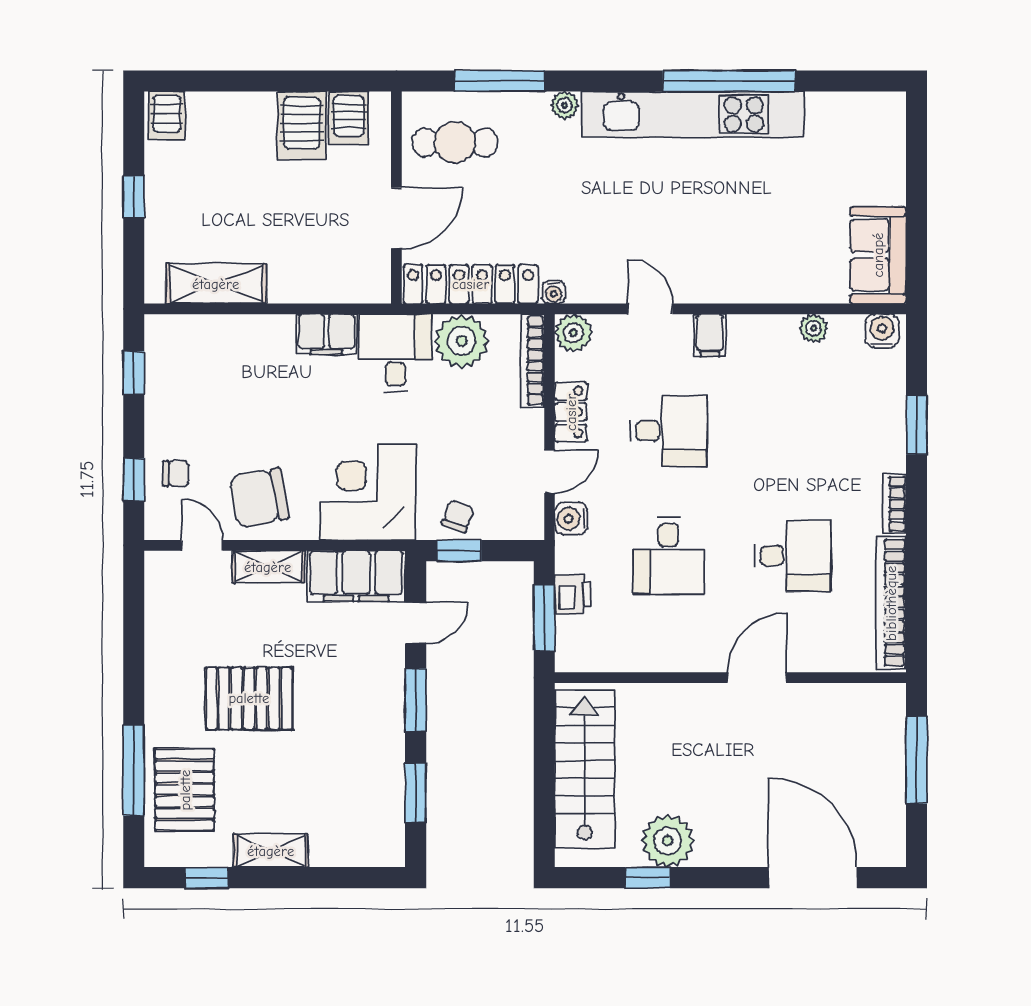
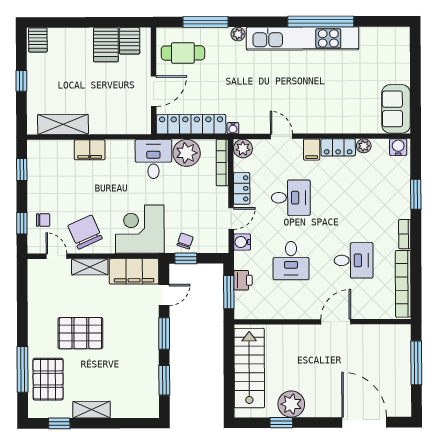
locker: (763, 331) -> (338, 147), added
filing cabinet: (326, 334) -> (90, 150), moved
chair: (259, 498) -> (85, 232), turned 76

